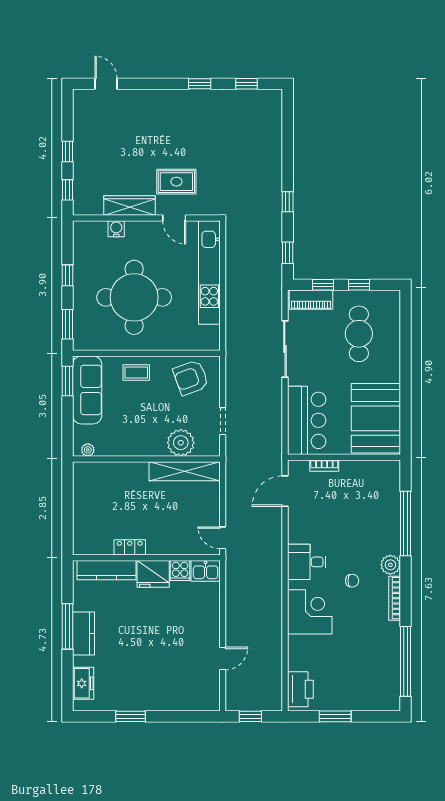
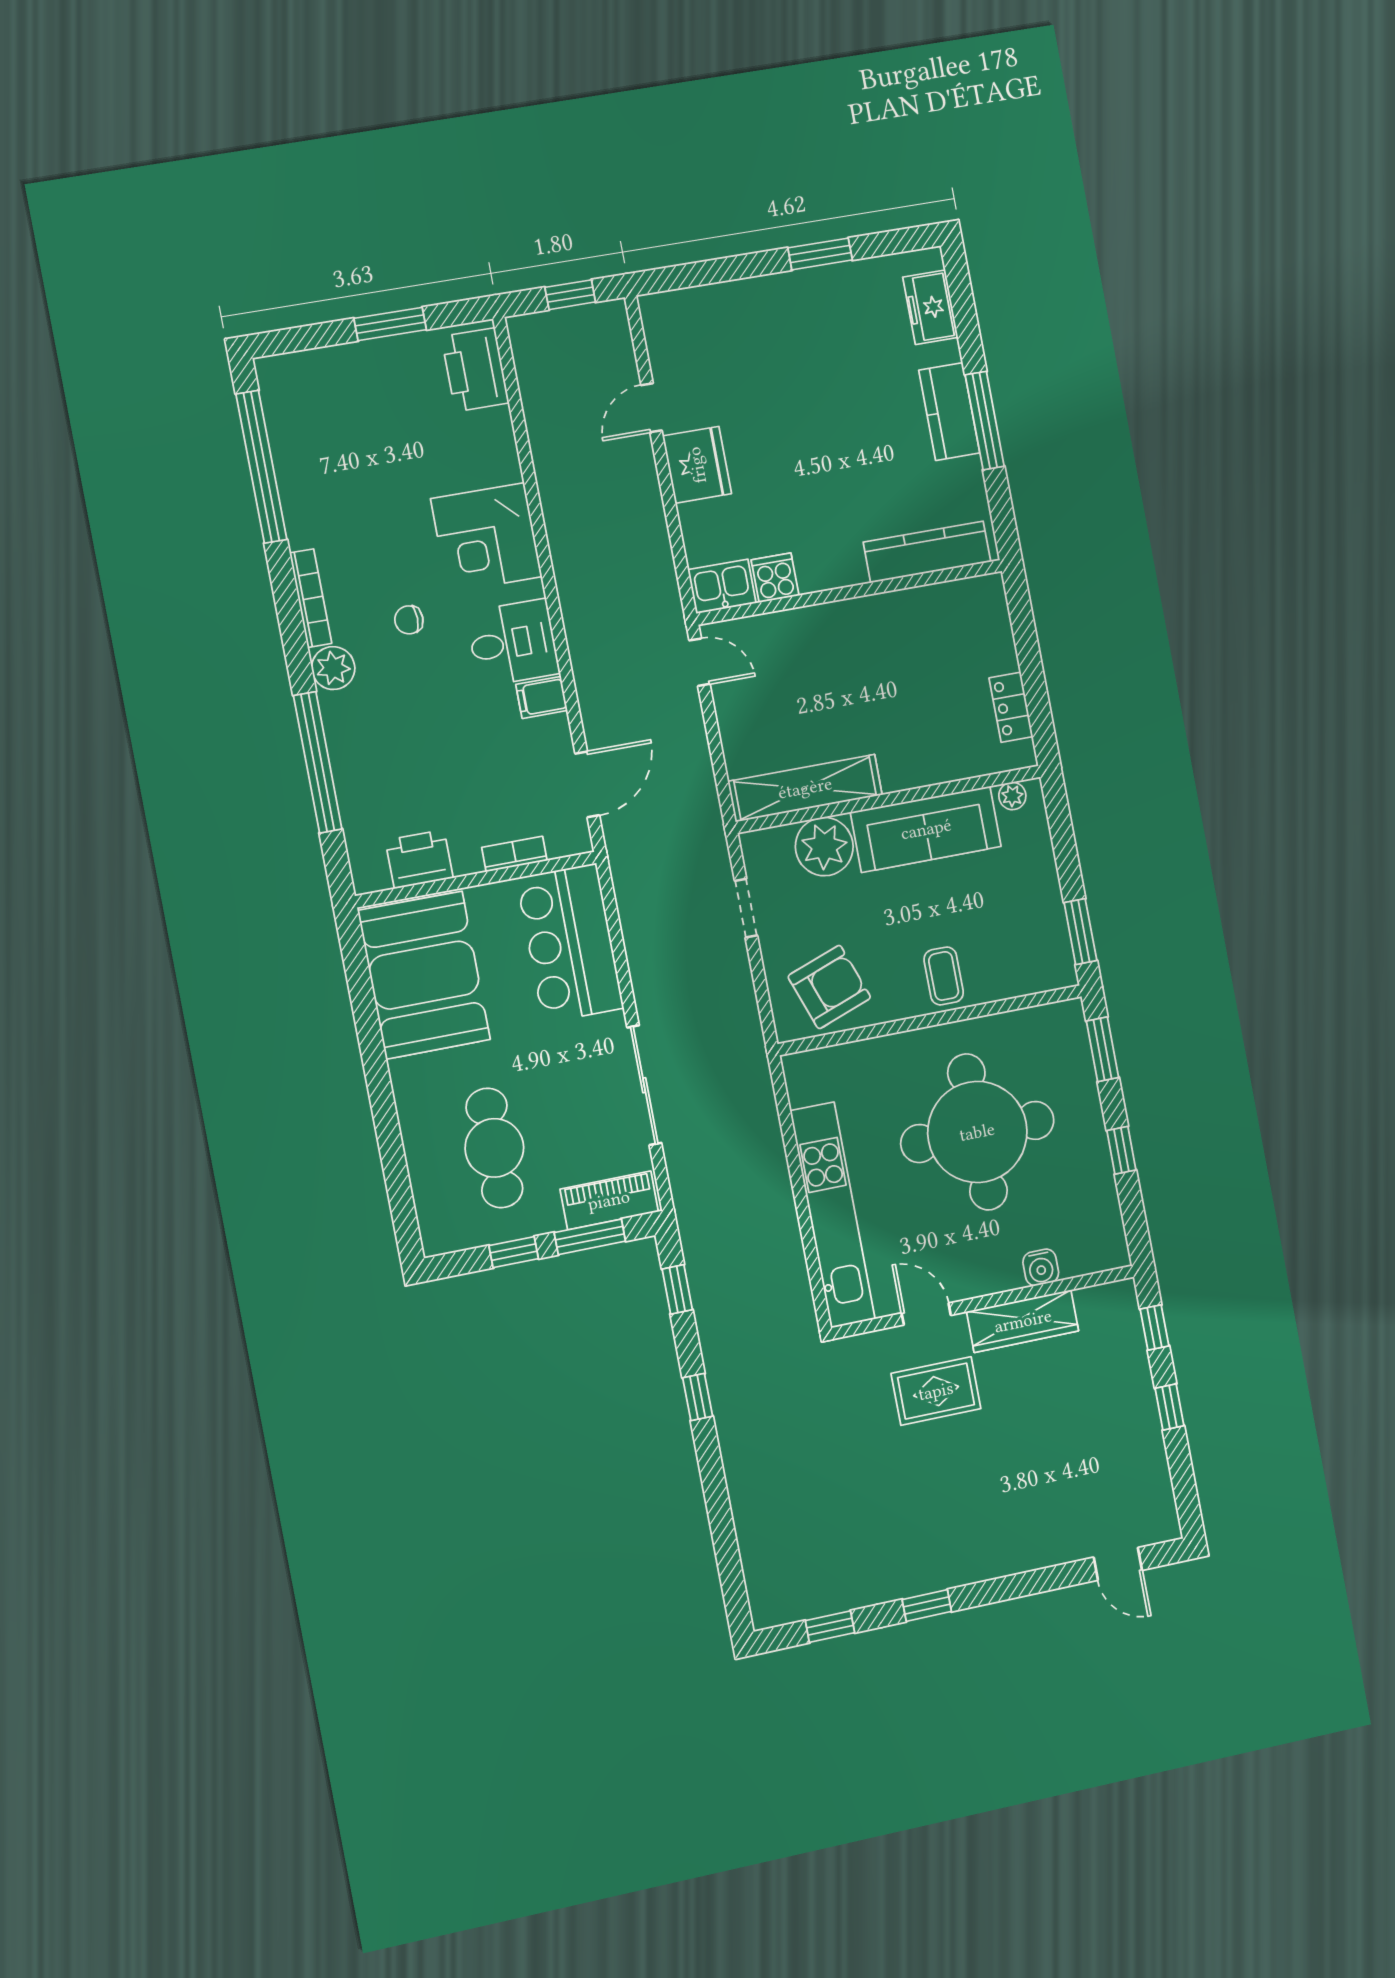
window: (323, 285) -> (590, 1237), width x1.50
coffee table: (136, 373) -> (944, 976), turned 90
sofa: (87, 390) -> (926, 829), moved, turned -90
printer: (368, 471) -> (419, 859), added
filing cabinet: (298, 535) -> (542, 697), added
locker: (130, 547) -> (1011, 707), moved, turned 90
fridge: (153, 574) -> (697, 465), moved, turned 90

